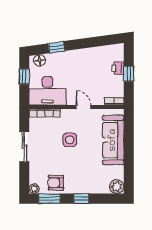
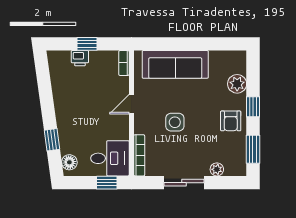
window: (24, 76) -> (107, 183), moved
desk: (47, 91) -> (110, 158), width x0.73
armchair: (56, 183) -> (231, 121), moved
plant: (117, 187) -> (237, 84), moved
plant: (34, 189) -> (217, 169), moved

